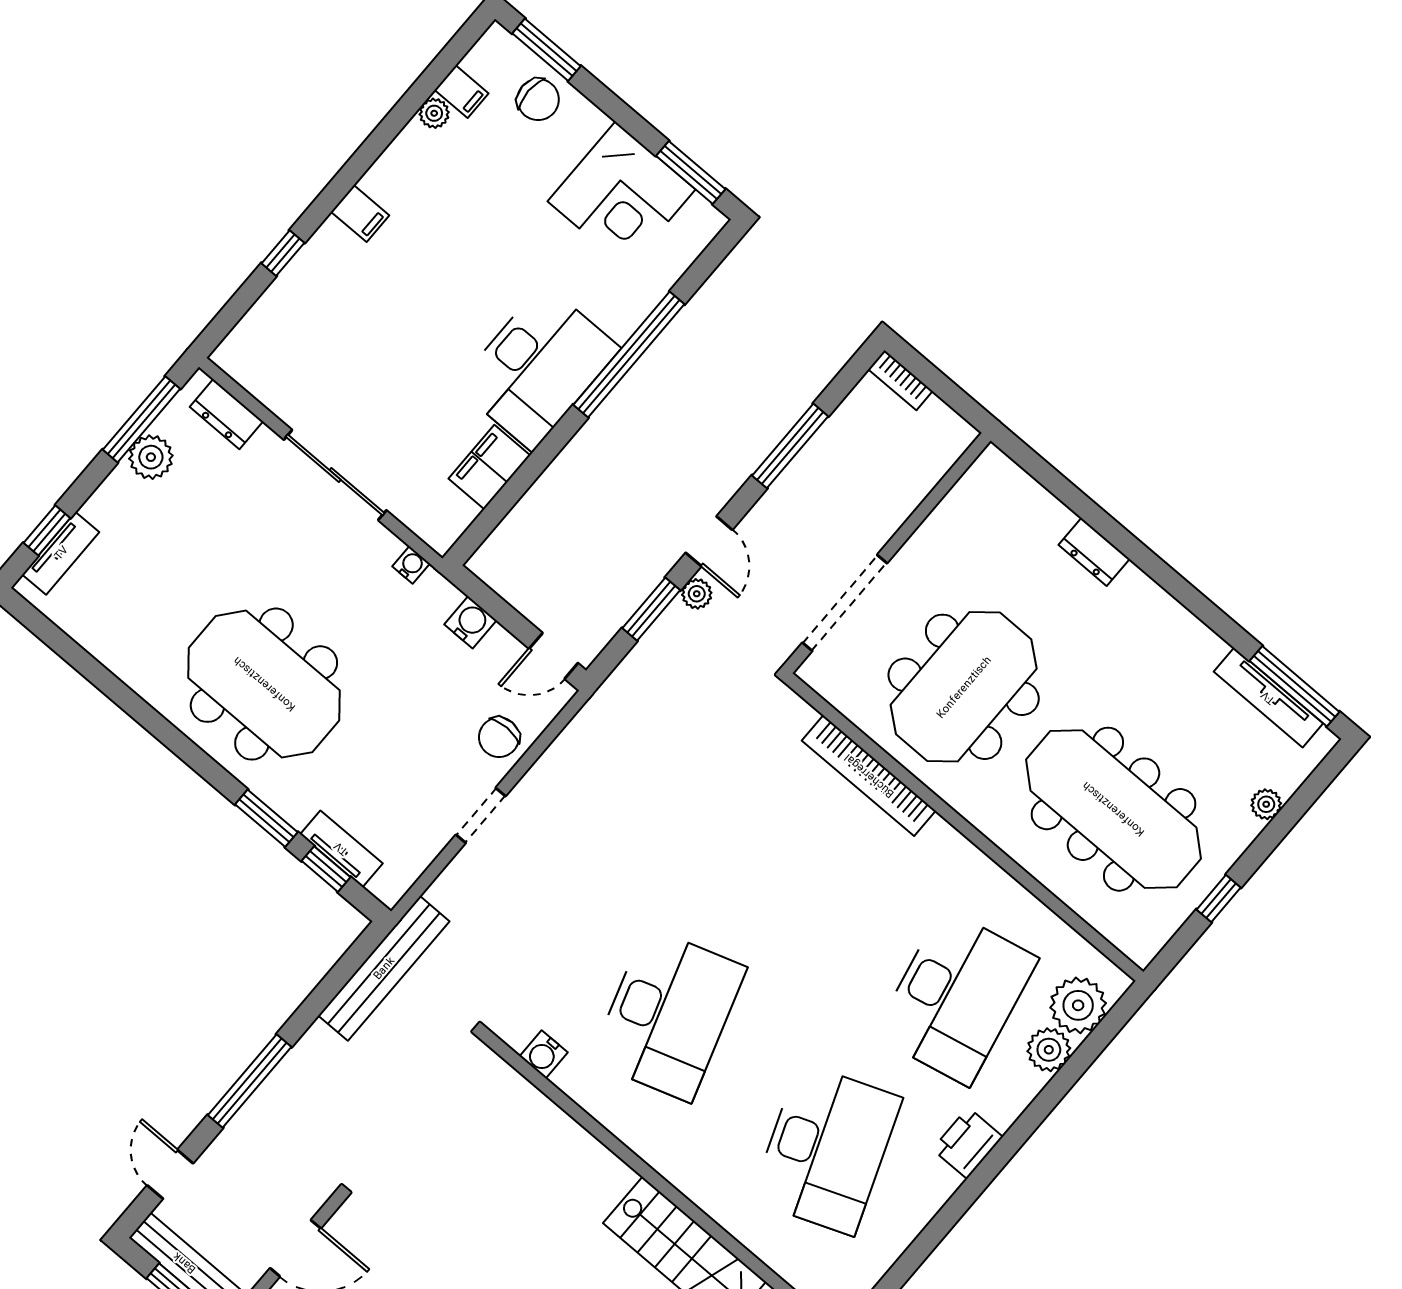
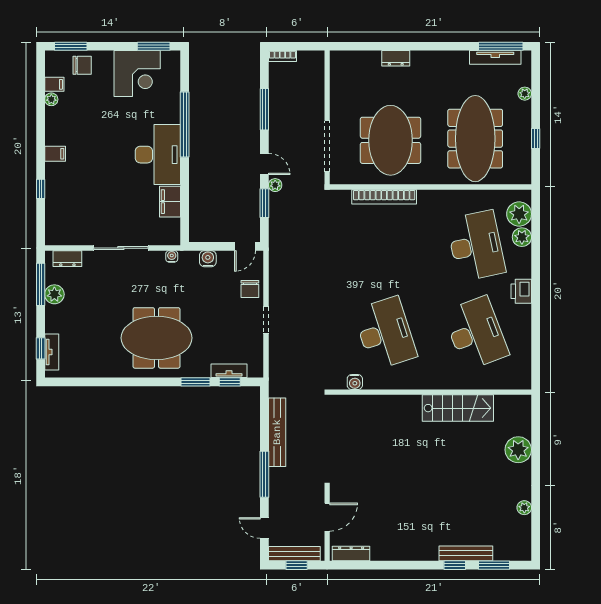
meeting table: (1113, 809) -> (475, 139), turned 90
bench: (384, 968) -> (277, 432), moved

